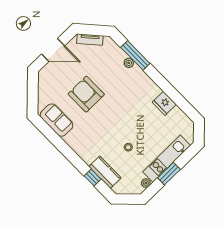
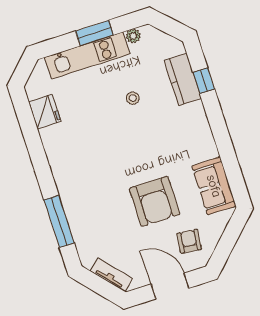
plant: (129, 63) -> (73, 215), removed
armchair: (55, 81) -> (189, 241), added
fridge: (164, 103) -> (45, 112), moved

